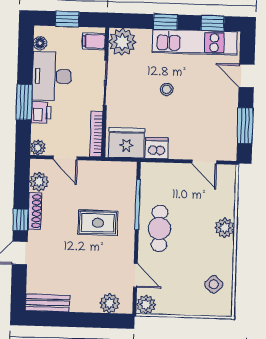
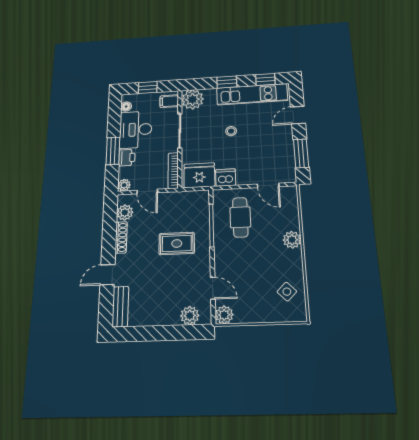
door: (247, 76) -> (298, 115), hinge flipped
window: (21, 220) -> (109, 246), removed
cafe table: (159, 228) -> (240, 217), moved
bench: (48, 303) -> (120, 307), moved, turned 90

